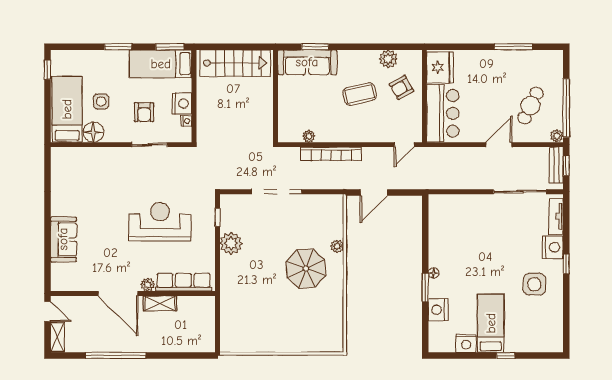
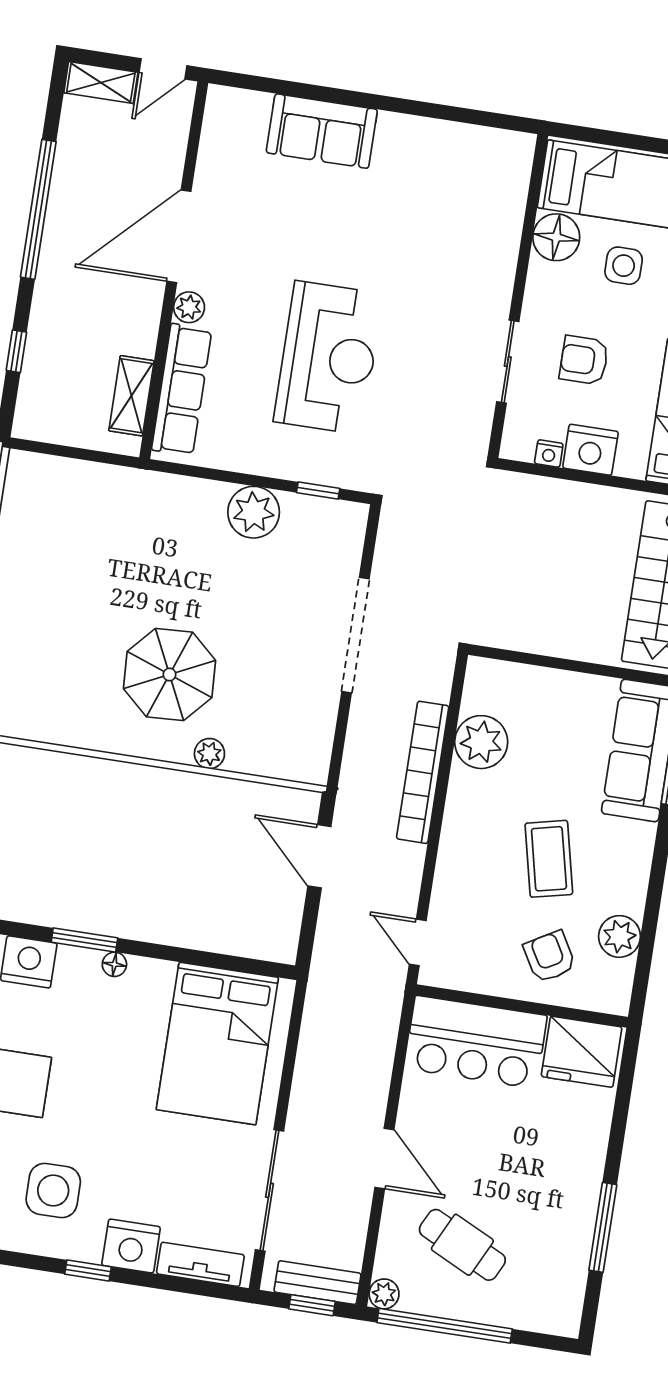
plant: (309, 136) -> (481, 742), width x1.88, depth x1.88
bed: (461, 224) -> (217, 1044), added
shelving: (160, 303) -> (131, 396), moved
window: (178, 355) -> (16, 351), added

